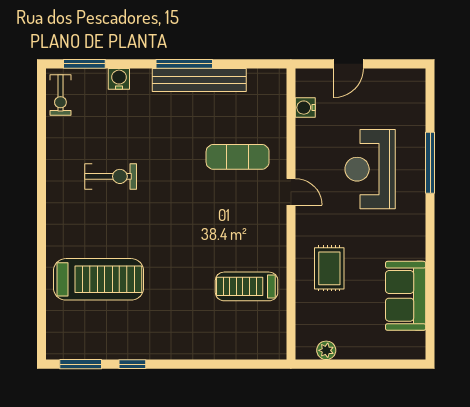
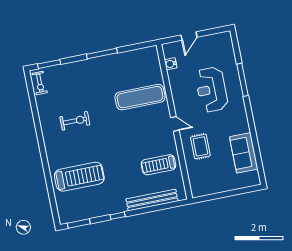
water cooler: (119, 79) -> (69, 68), removed
bench: (199, 80) -> (152, 200), moved
exercise mat: (238, 157) -> (140, 97), width x1.36, depth x1.45
door: (291, 192) -> (175, 124), moved
plant: (326, 350) -> (207, 190), removed
window: (132, 364) -> (118, 216), moved

